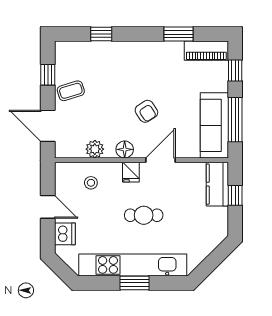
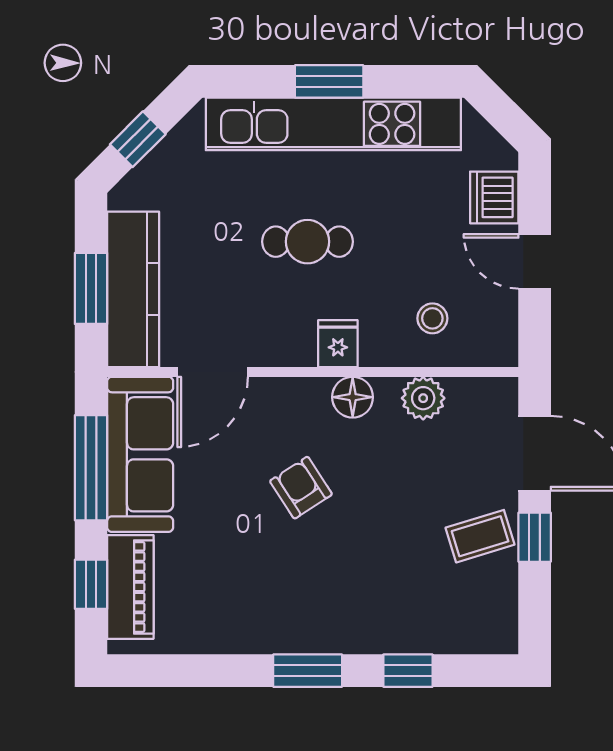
window: (178, 34) -> (308, 671), moved
piano: (206, 51) -> (130, 587), moved, turned 90
window: (48, 75) -> (535, 537), moved
door: (161, 160) -> (213, 372), moved
kitchen counter: (217, 184) -> (133, 289), width x1.50
window: (235, 195) -> (91, 288), width x1.50
window: (215, 258) -> (138, 139), added

